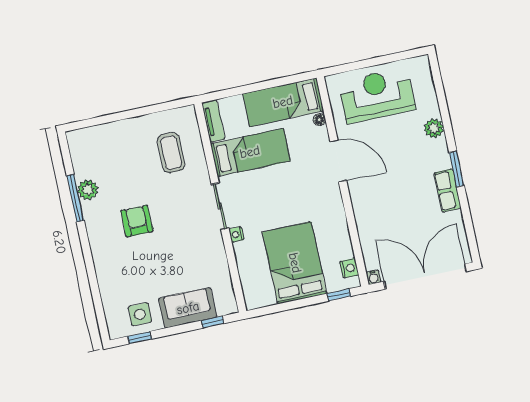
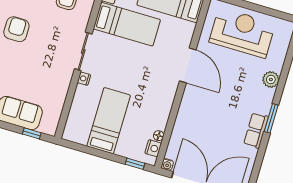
floor lamp: (319, 120) -> (159, 136), moved
bed: (295, 263) -> (109, 121), width x0.67

